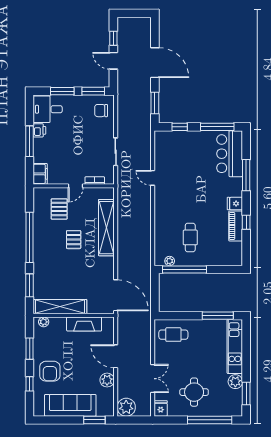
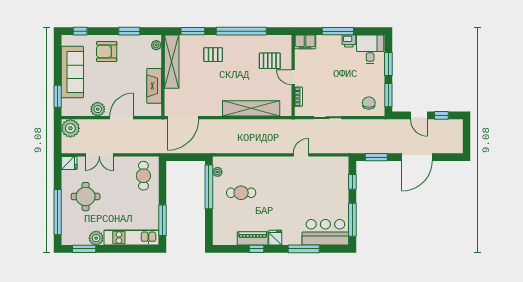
door: (113, 61) -> (419, 115), swing flipped
pallet: (74, 240) -> (213, 55), moved
window: (30, 384) -> (80, 31), moved

